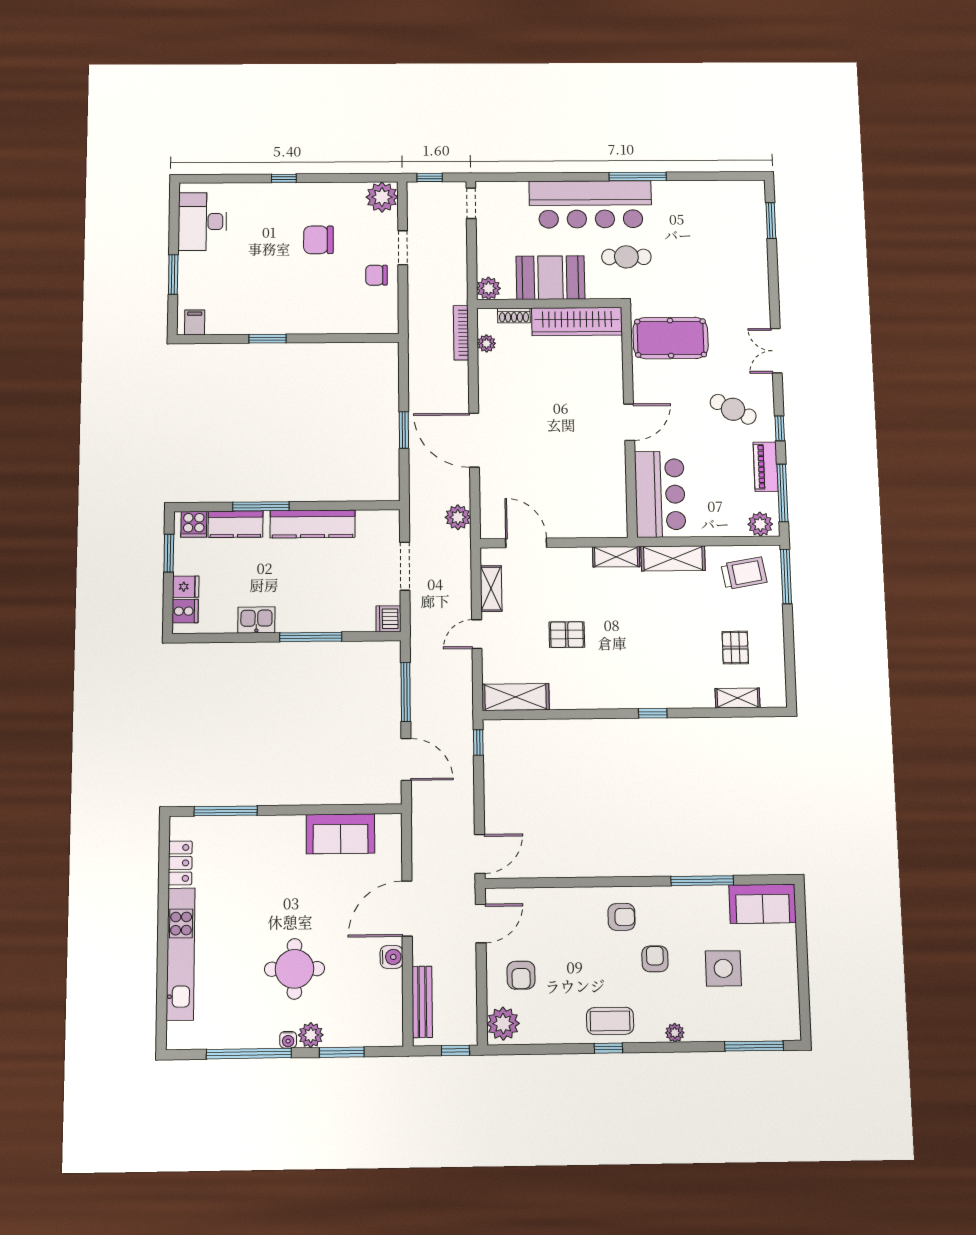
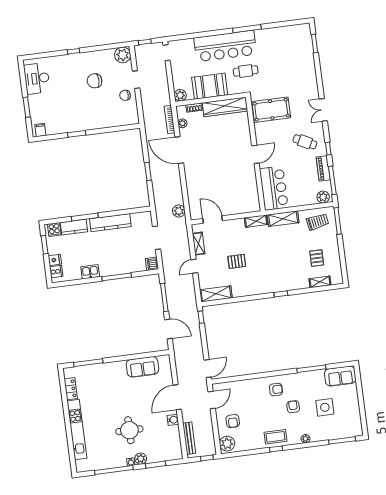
door: (474, 440) -> (179, 150), moved

